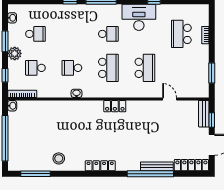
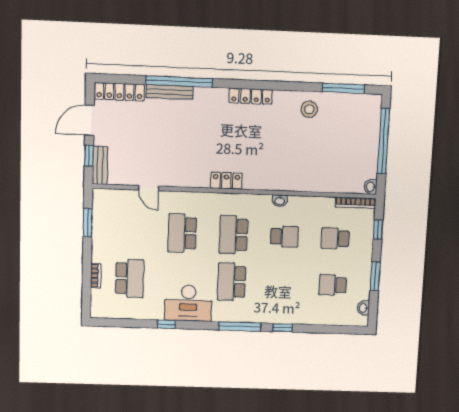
school desk: (108, 34) -> (232, 282), width x1.85
plant: (15, 53) -> (363, 259), removed
school desk: (35, 68) -> (335, 238), turned 180

